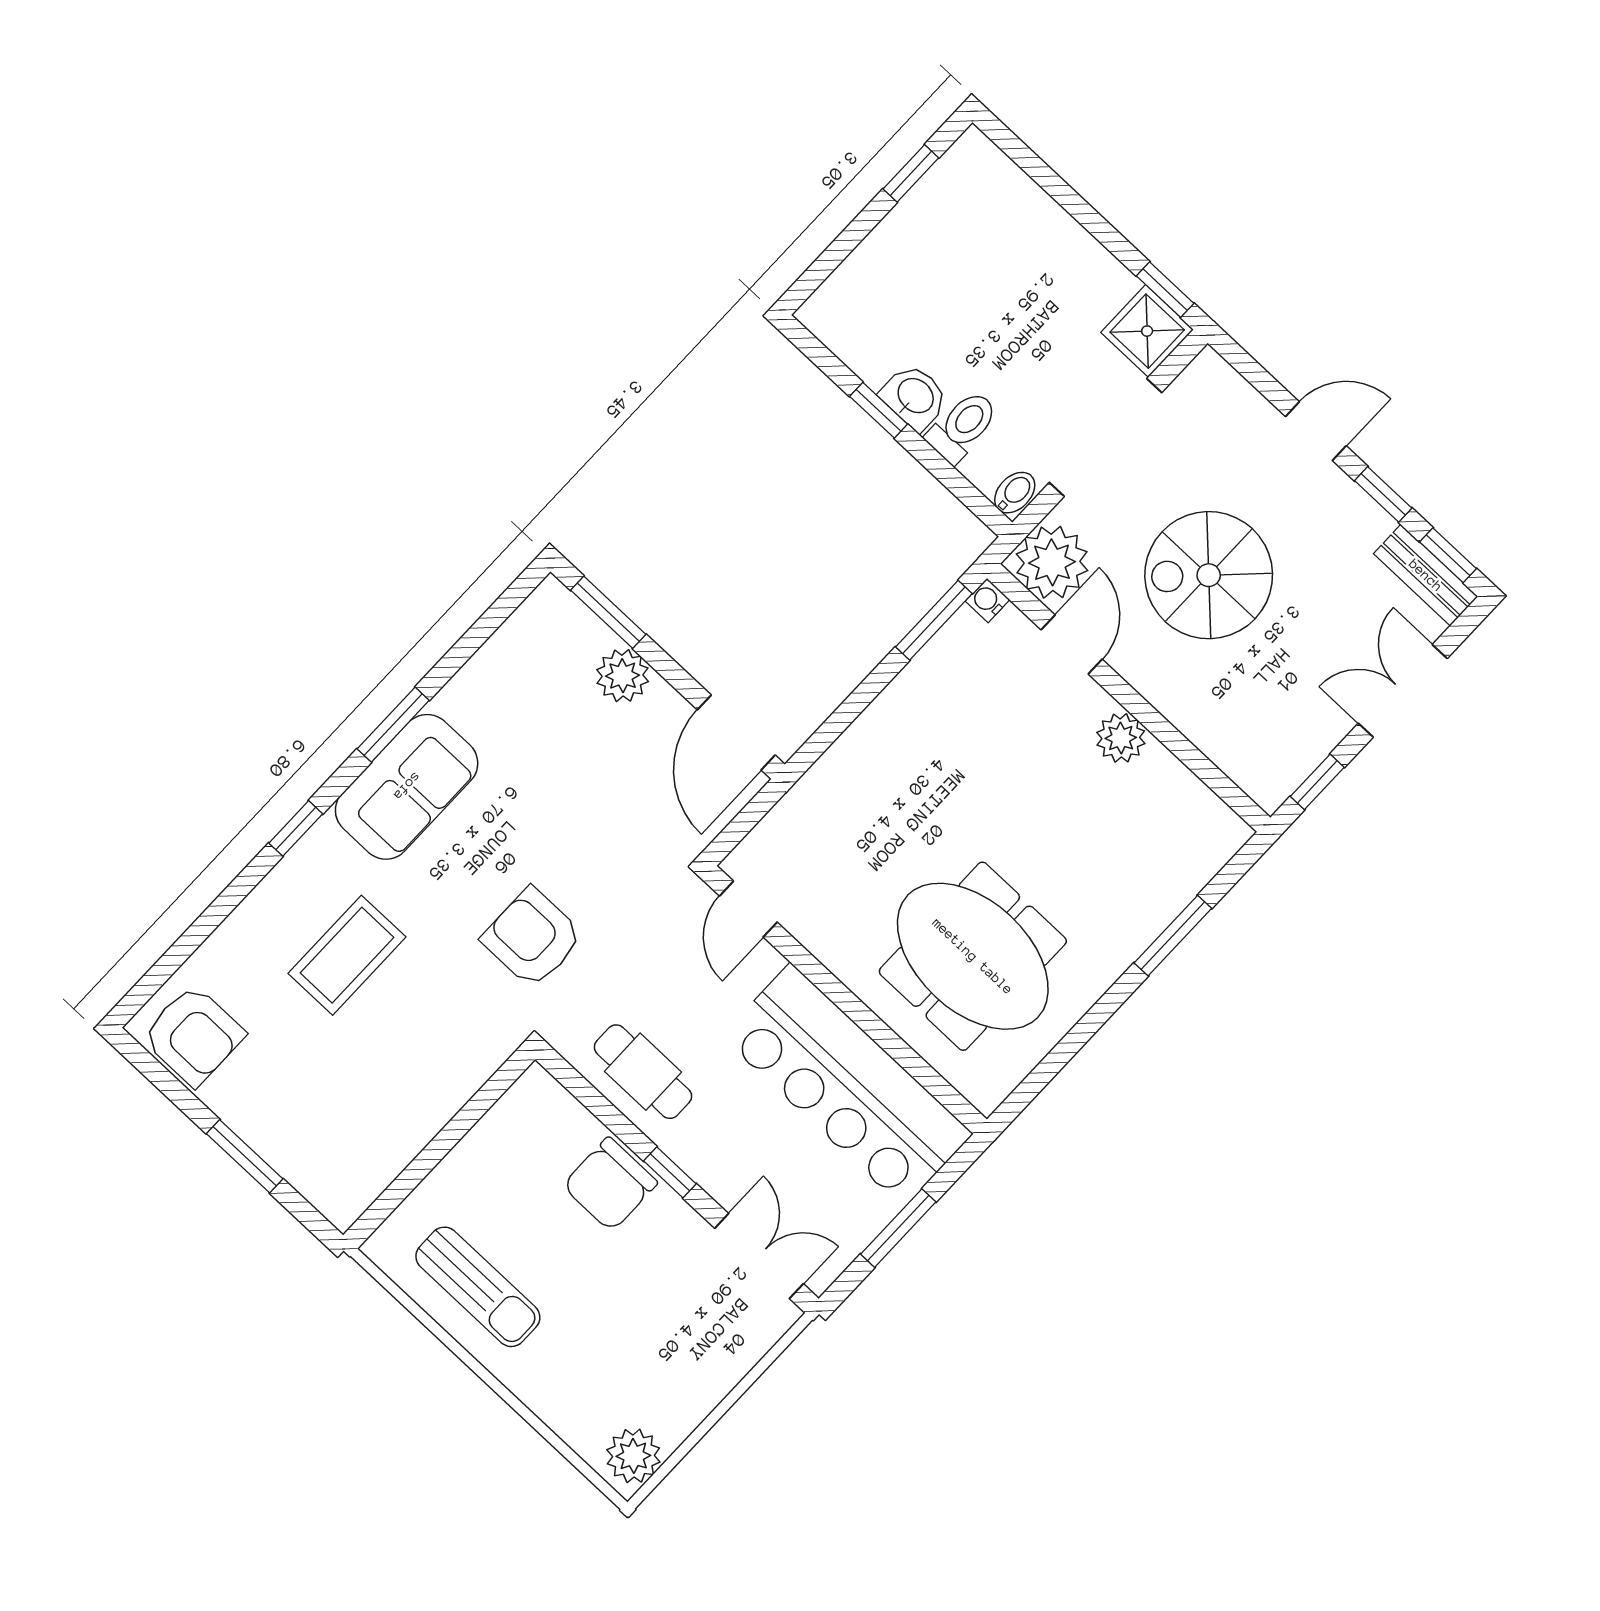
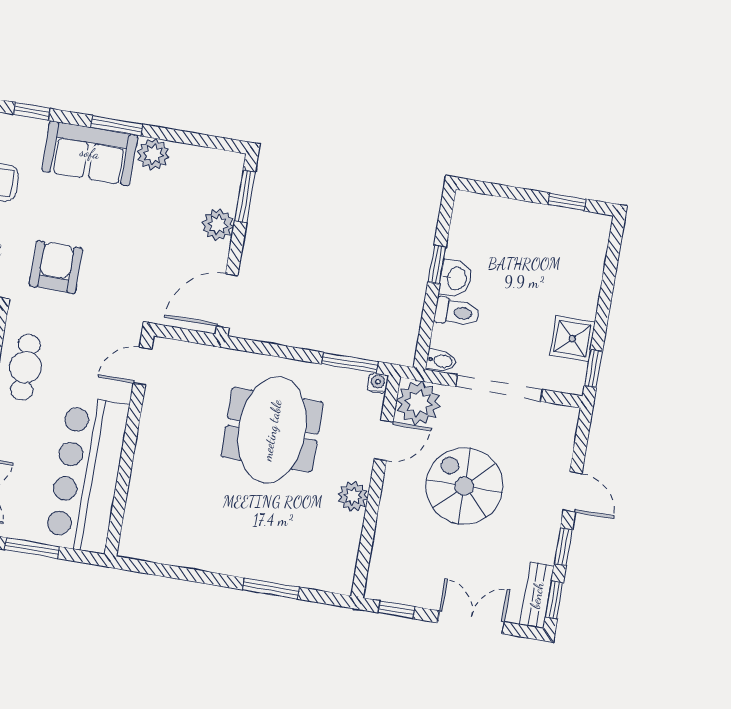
shower: (1147, 331) -> (572, 339), moved
plant: (466, 700) -> (153, 154), added
meeting table: (973, 956) -> (272, 430), moved

